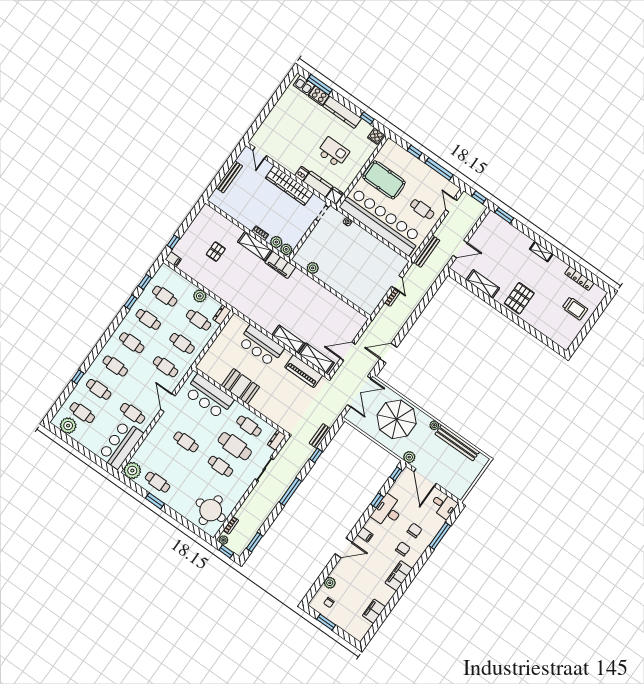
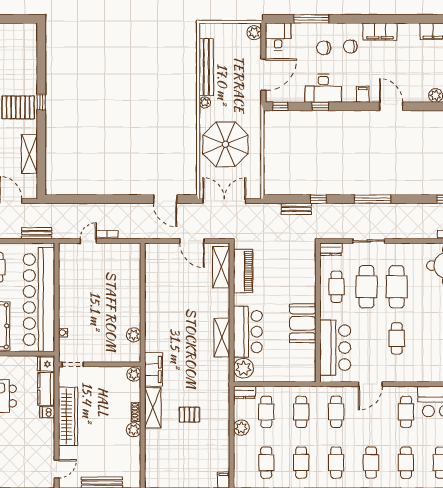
plant: (276, 242) -> (134, 430), moved
bench: (426, 251) -> (37, 233), width x0.73
pallet: (216, 252) -> (189, 415), moved
window: (512, 316) -> (41, 102), added
plant: (238, 325) -> (243, 368), added
shelving: (288, 339) -> (222, 338), moved
plant: (409, 457) -> (254, 33), moved
cafe table: (220, 466) -> (397, 287), width x1.37, depth x1.35

